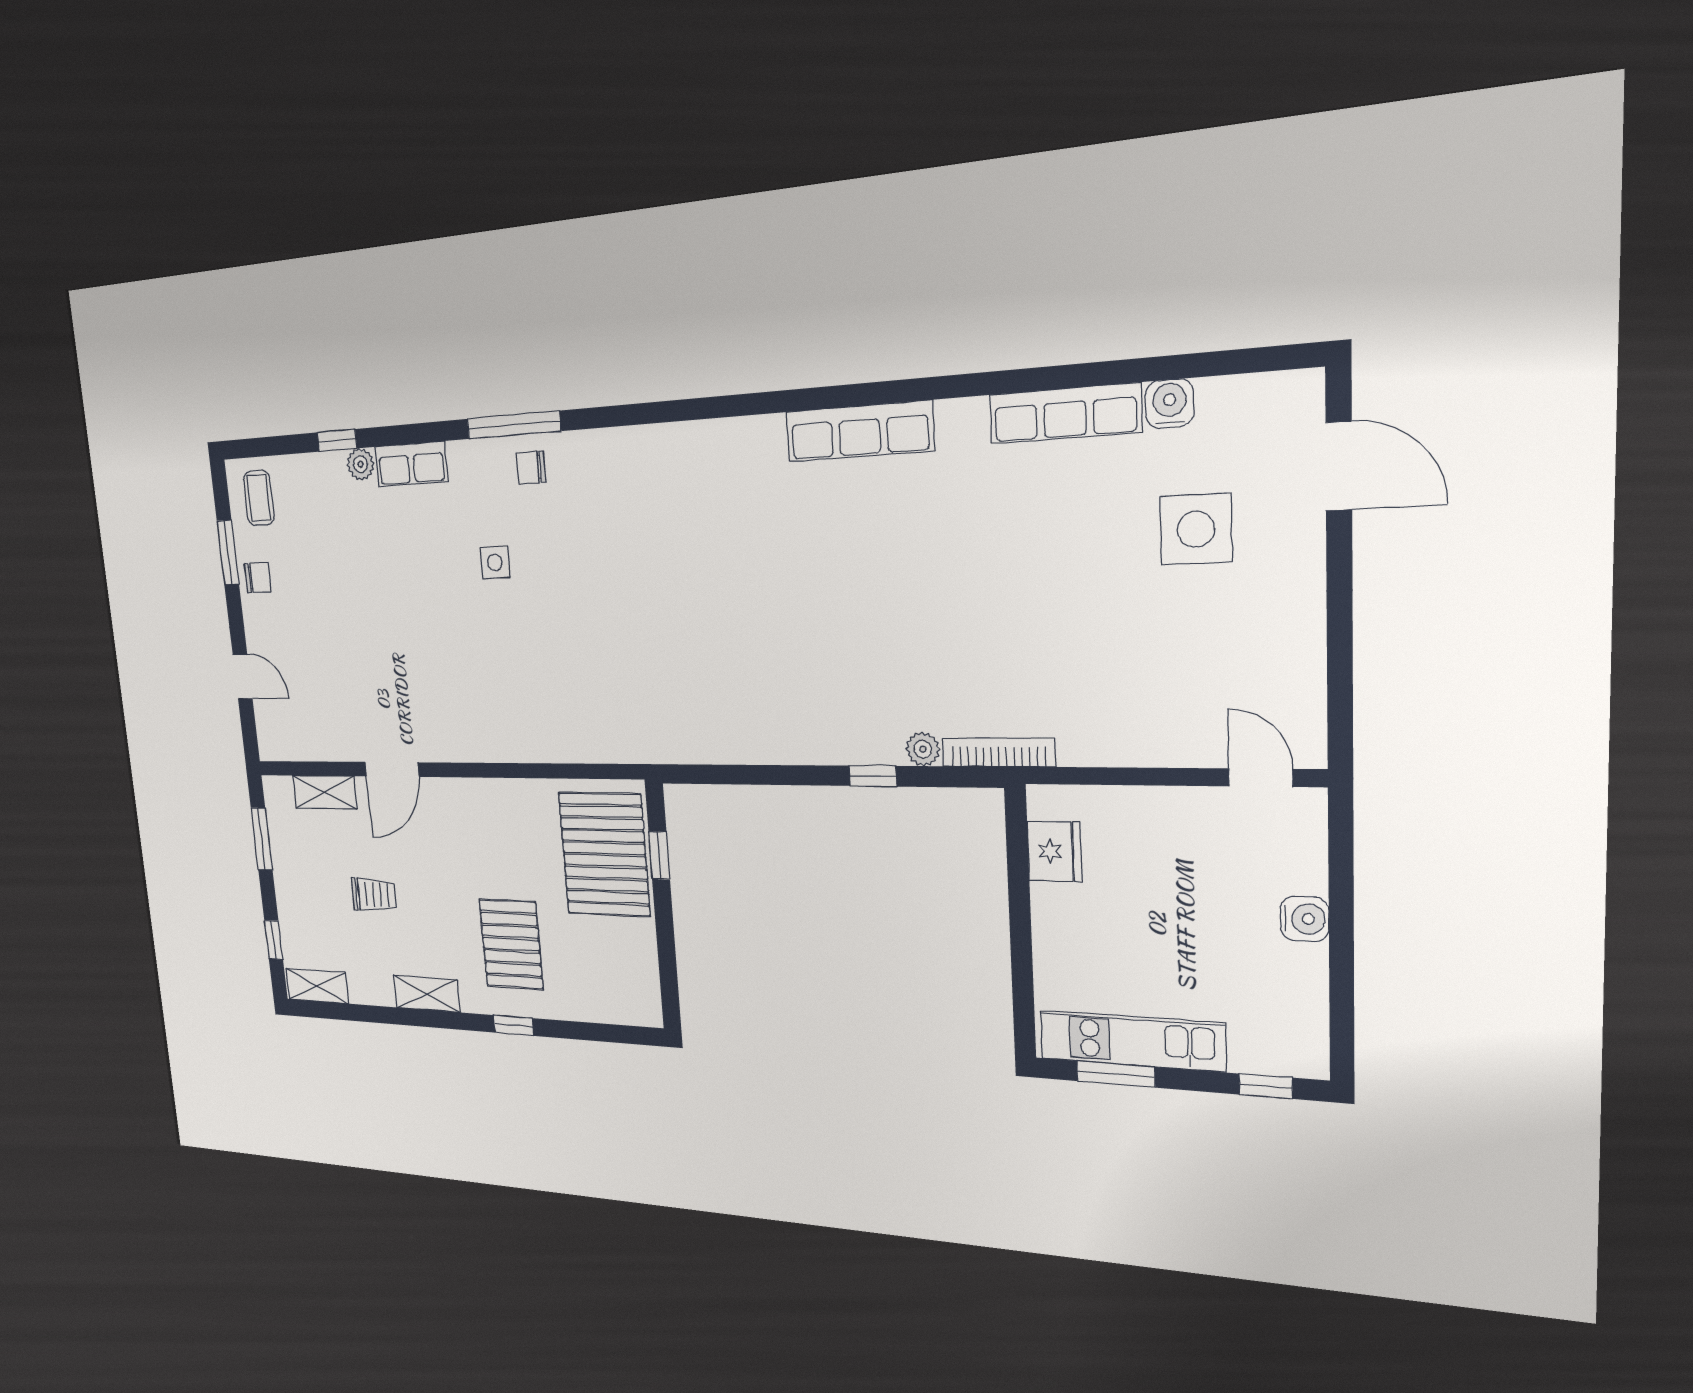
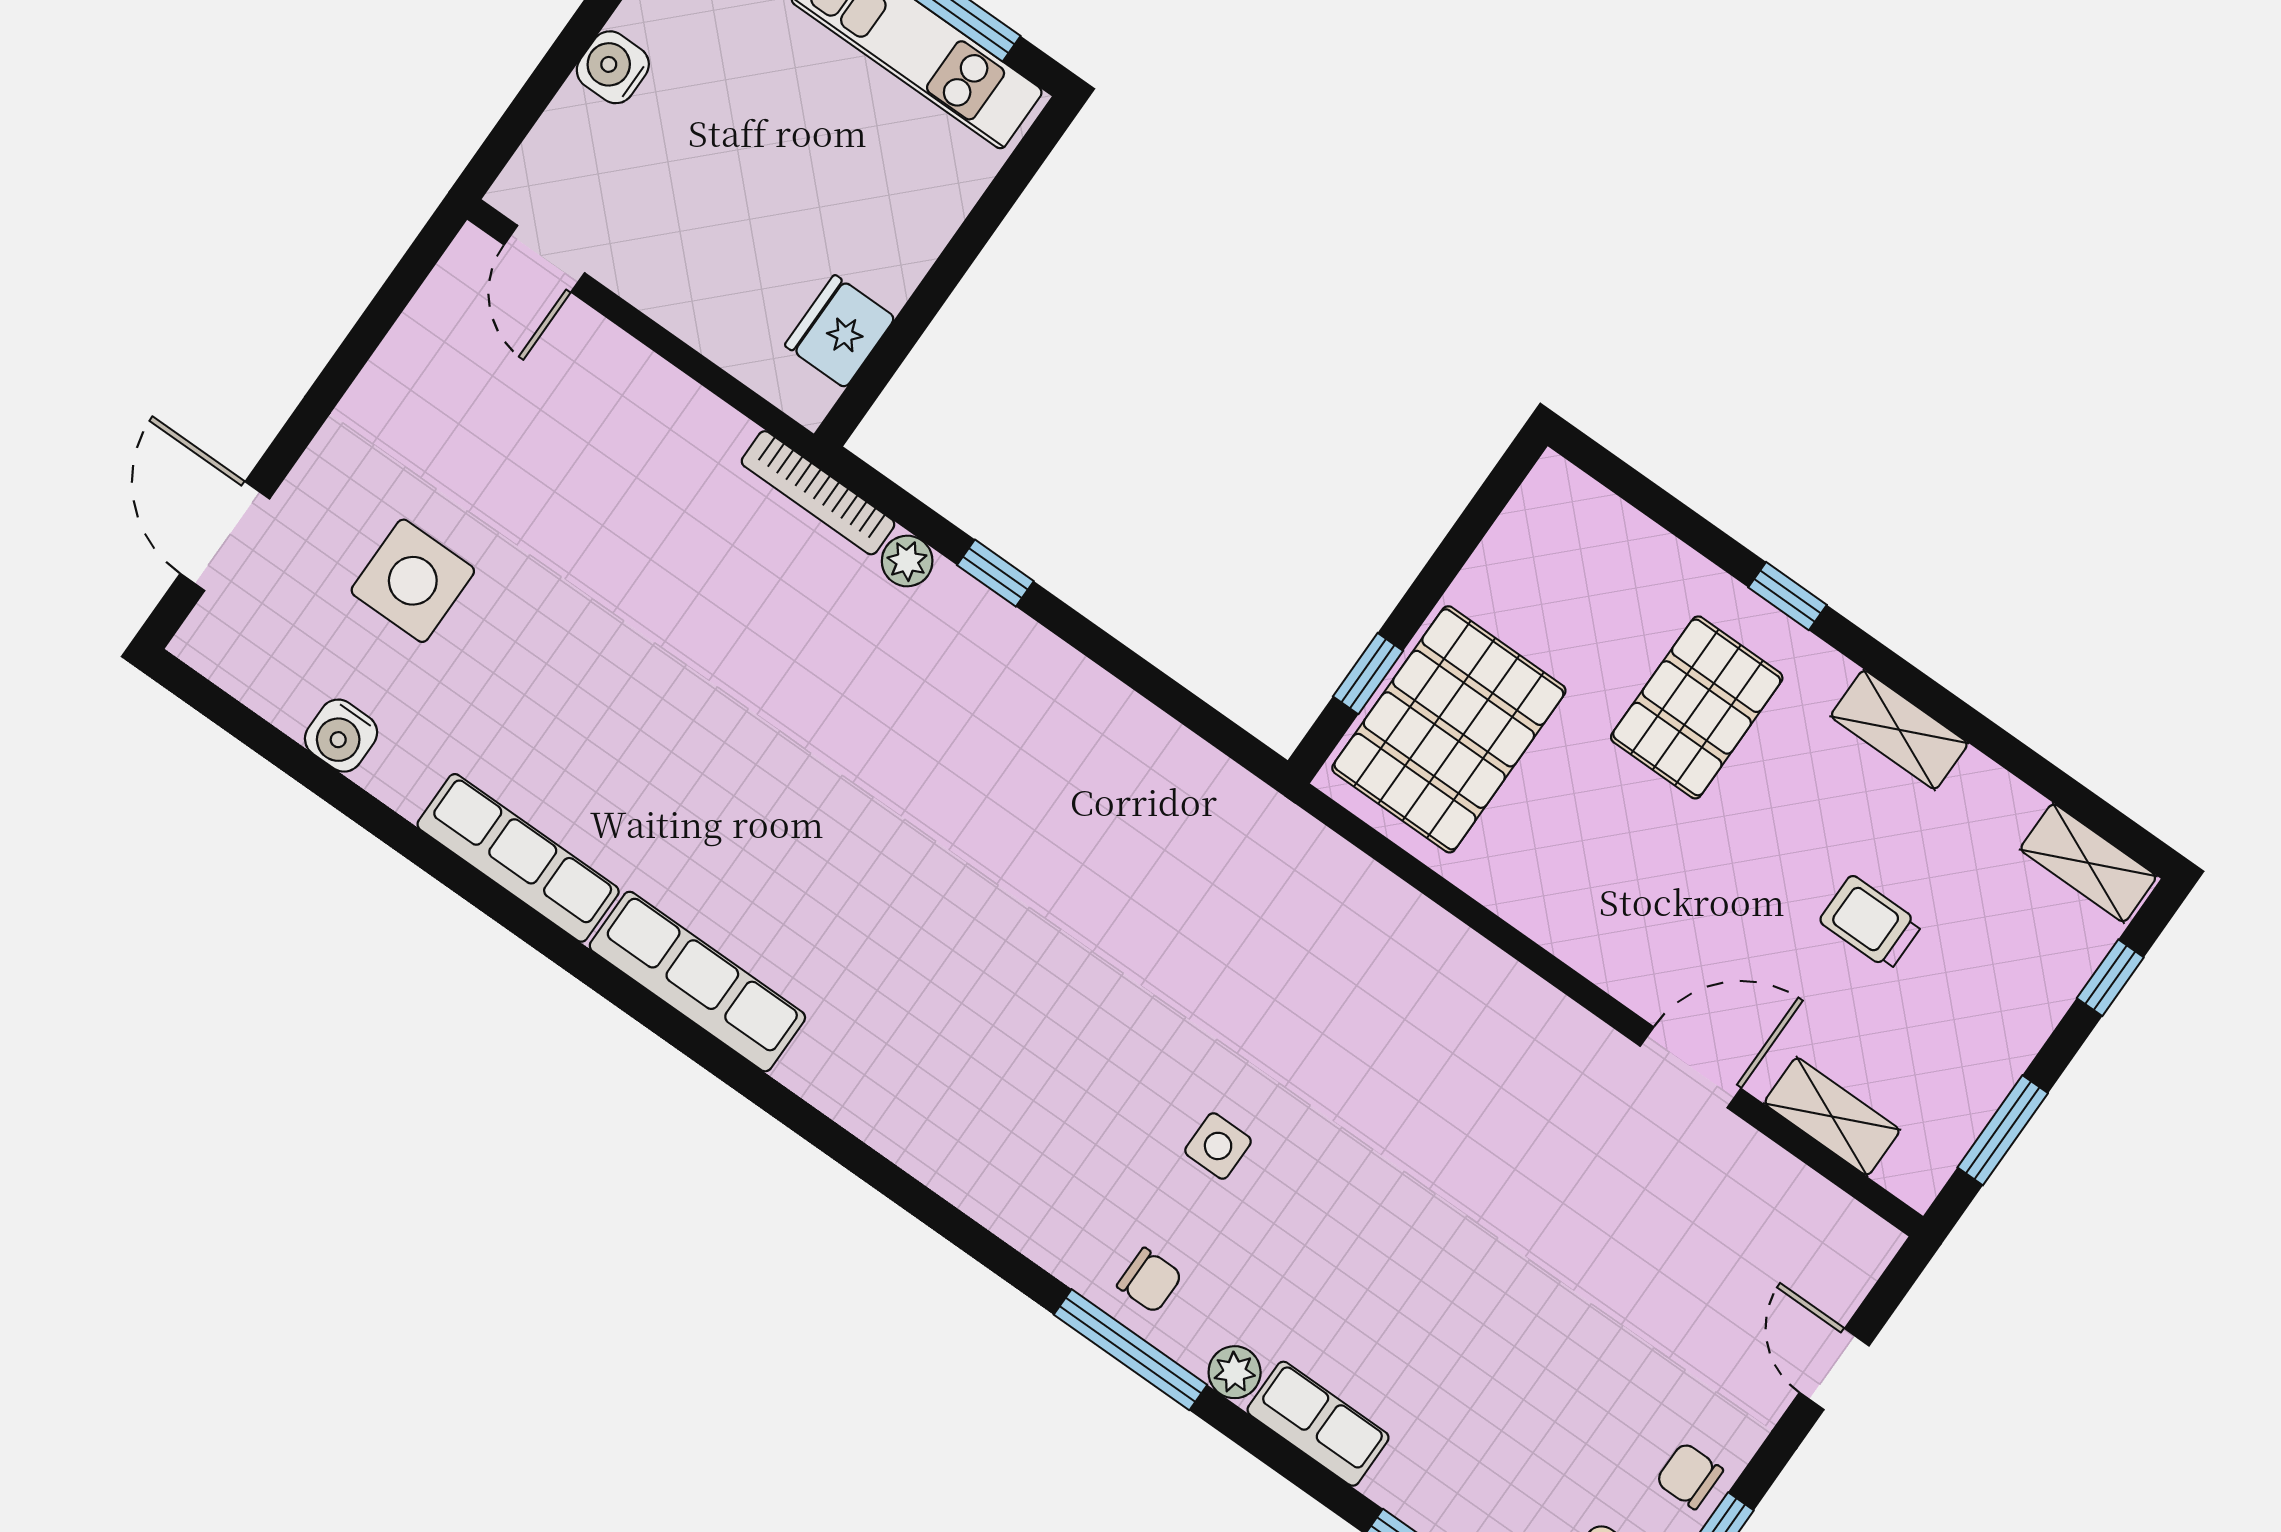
row of seats: (1065, 413) -> (518, 858), moved
plant: (361, 464) -> (1235, 1372), moved
side table: (495, 562) -> (1218, 1146), moved

